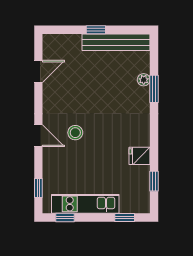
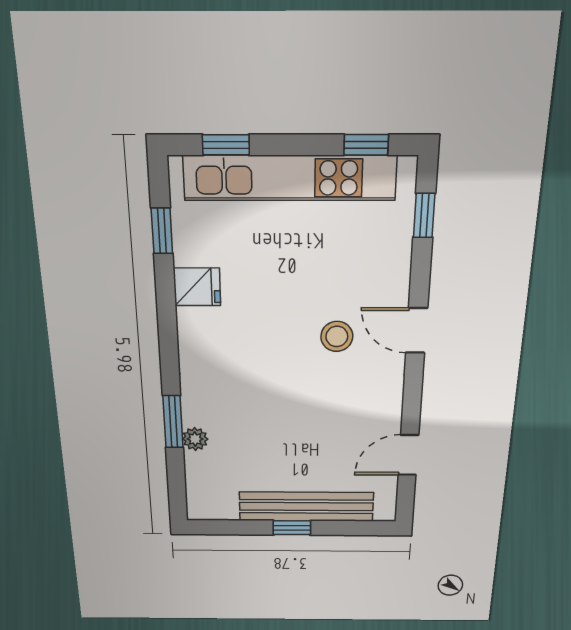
bench: (116, 42) -> (306, 507), moved
kitchen unit: (85, 204) -> (290, 178), width x1.36

